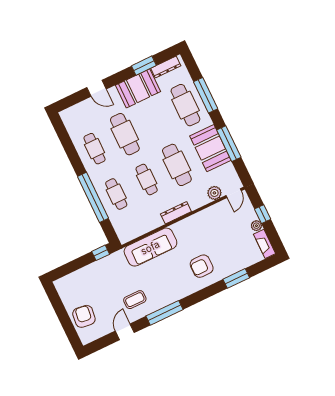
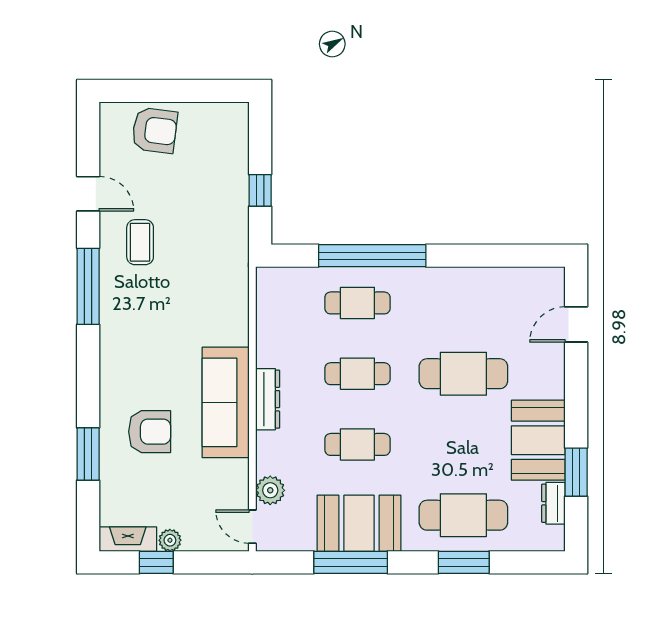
dresser: (166, 67) -> (553, 503), width x0.70
door: (97, 88) -> (576, 324), moved
window: (206, 95) -> (464, 562), width x0.69
cafe table: (95, 149) -> (463, 303), removed
cafe table: (177, 165) -> (357, 444), width x0.73, depth x0.74
window: (263, 214) -> (156, 562), moved
sofa: (150, 247) -> (226, 402), moved
window: (101, 253) -> (260, 190), moved
armchair: (202, 266) -> (150, 432), moved, turned 90

